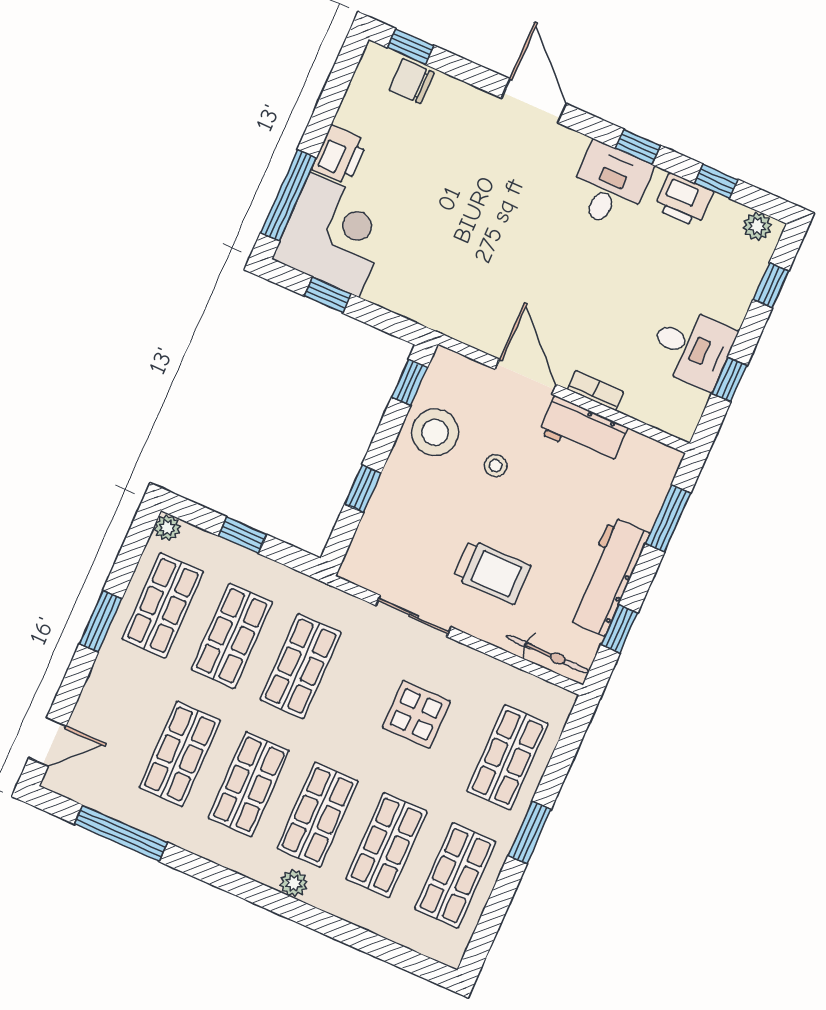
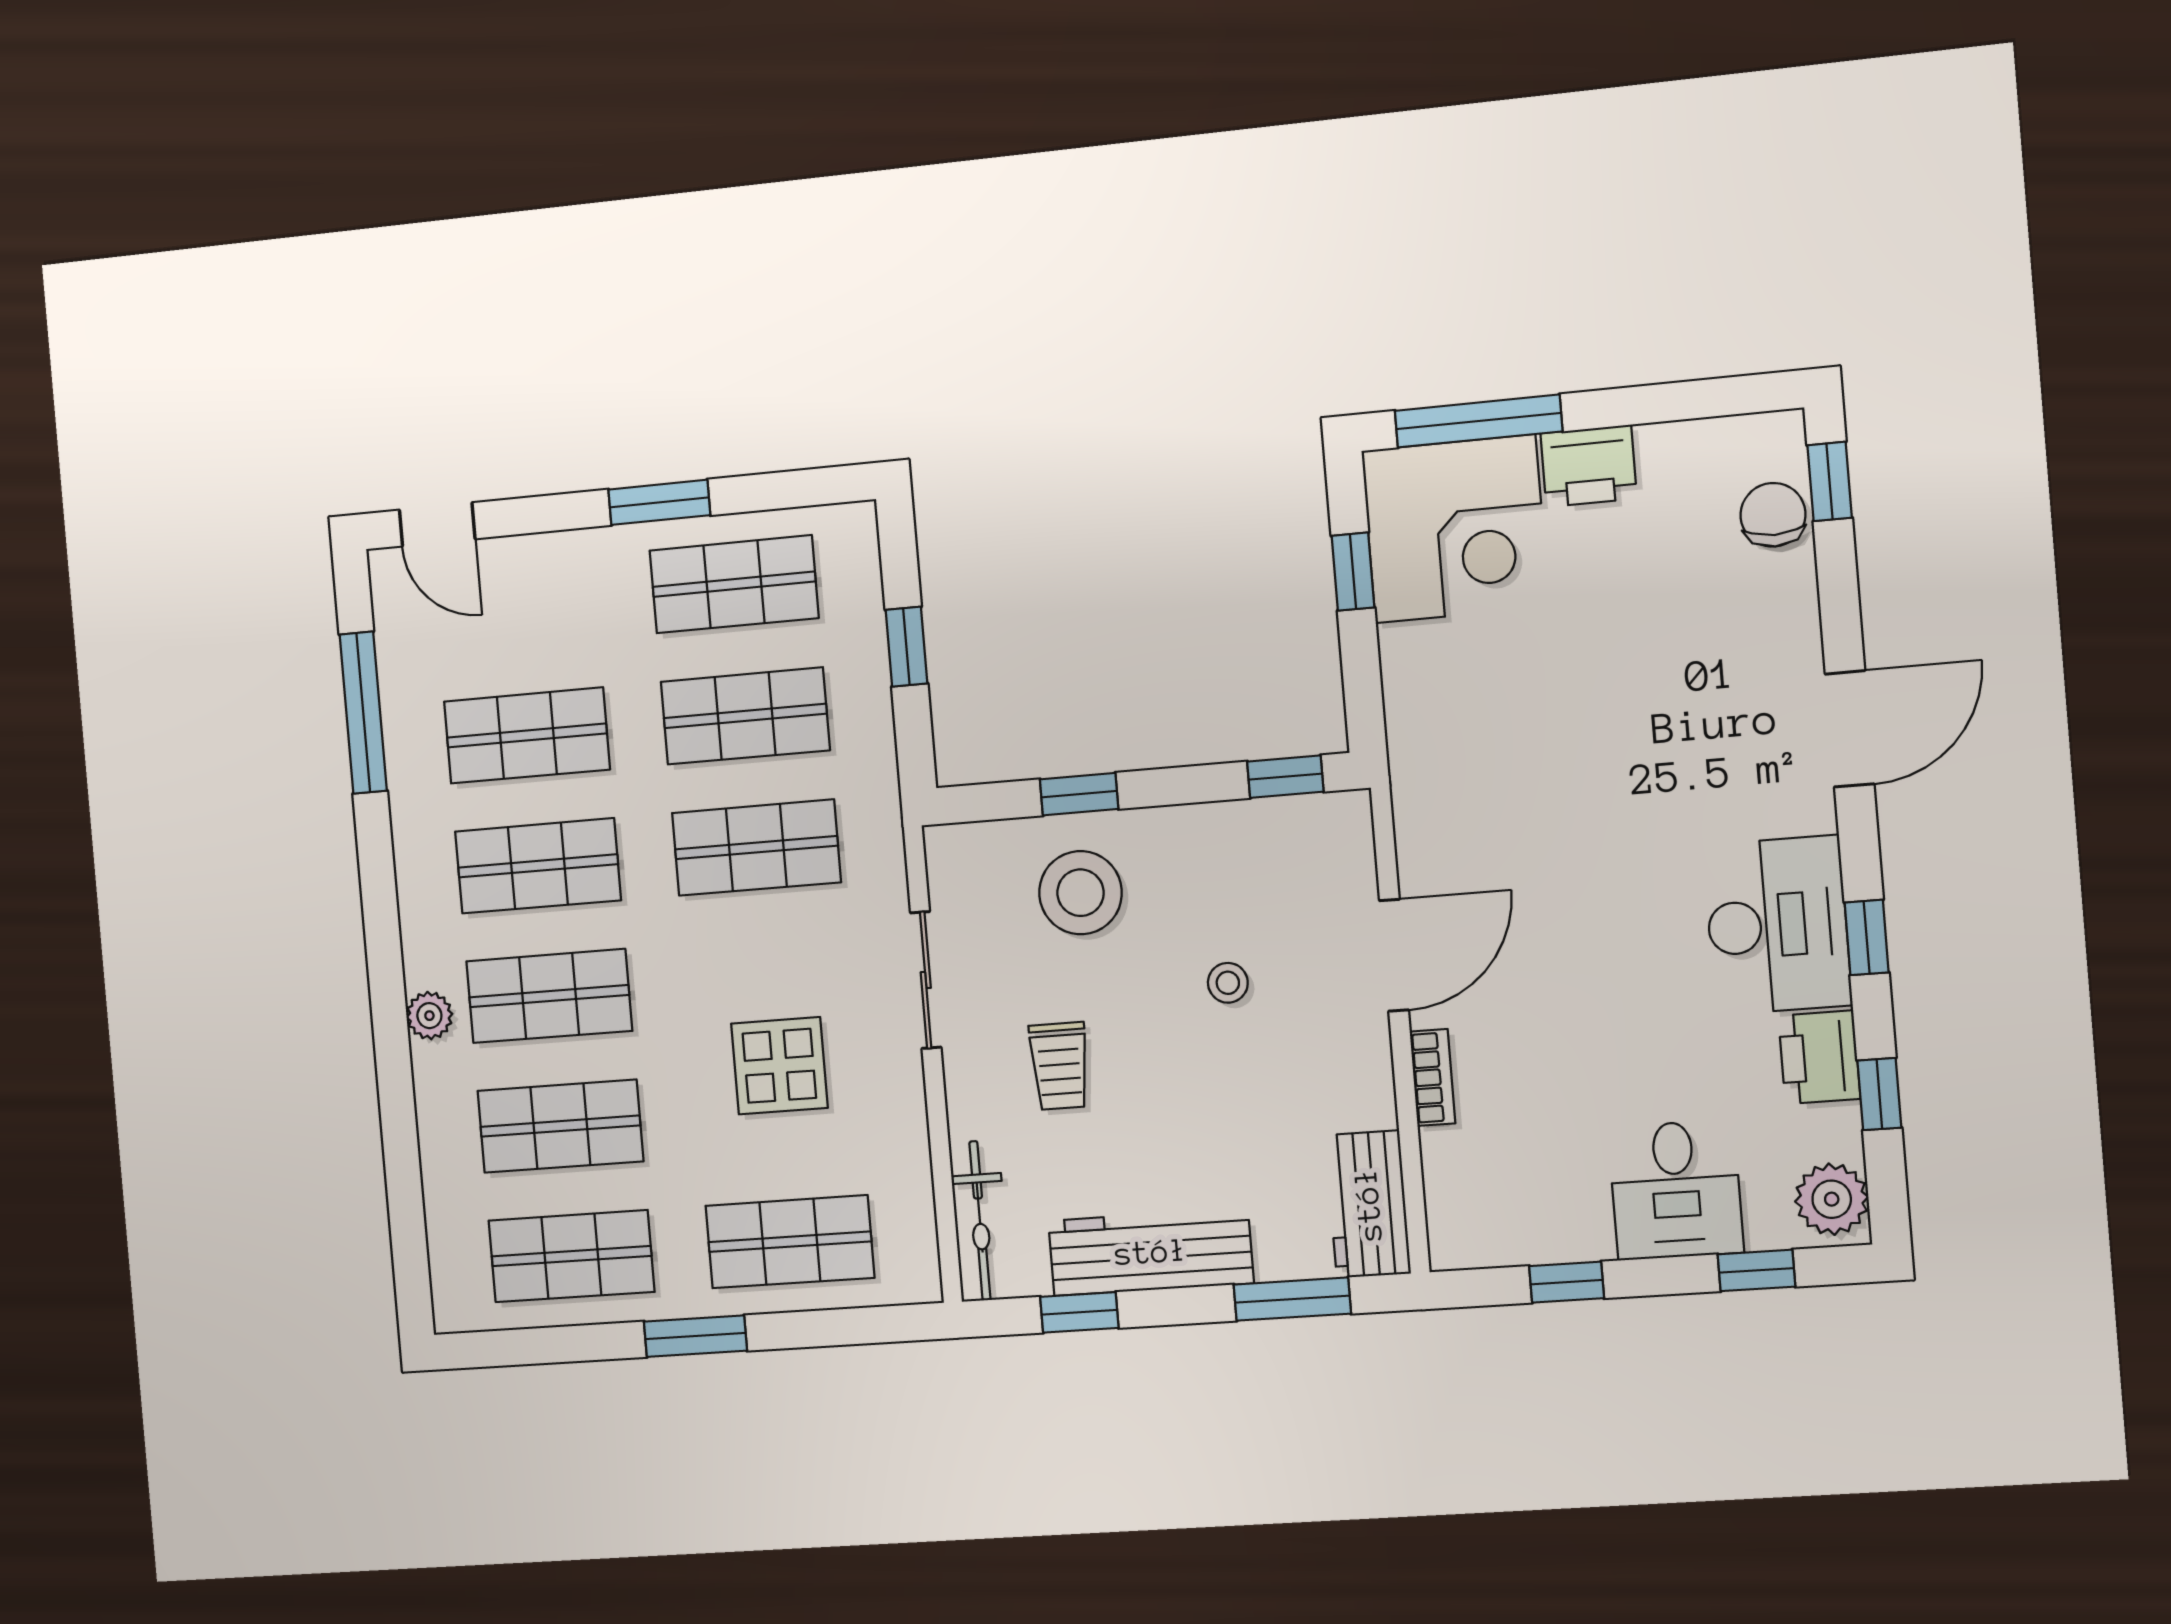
desk: (610, 185) -> (1777, 925), width x1.37
plant: (757, 226) -> (1832, 1199), width x1.38, depth x1.38
desk: (692, 348) -> (1676, 1190), moved
workbench: (583, 430) -> (1368, 1204), moved
stool: (435, 432) -> (1080, 893), moved
plant: (167, 528) -> (855, 524), removed
trolley: (492, 572) -> (1059, 1066), width x0.73, depth x0.72

